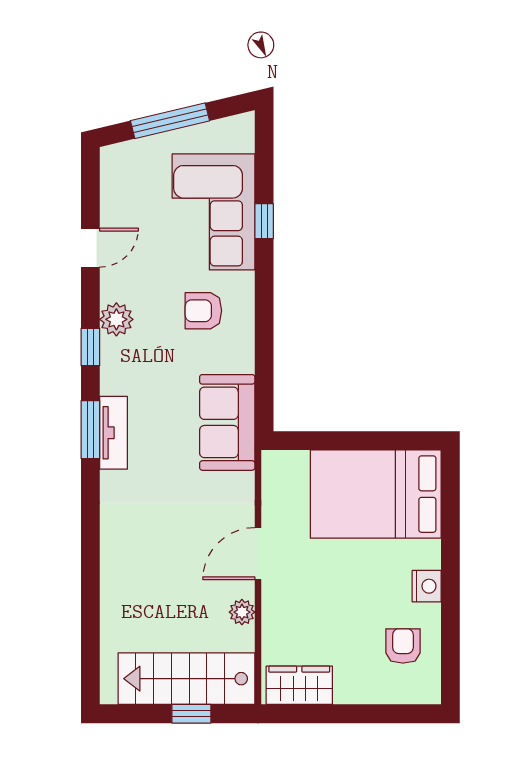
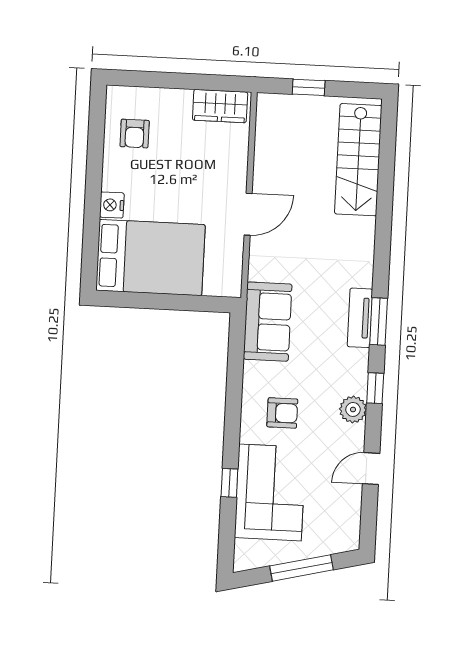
nightstand: (427, 586) -> (112, 205), moved
plant: (242, 612) -> (263, 168), removed
stairs: (186, 679) -> (358, 160), moved, turned 90

